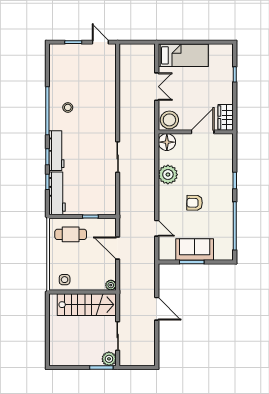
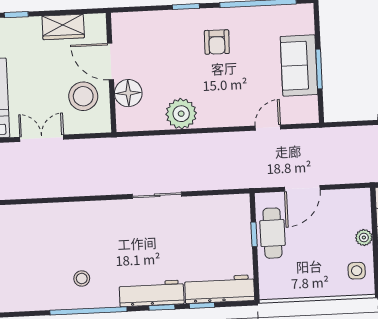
wardrobe: (226, 117) -> (63, 27), moved
stool: (169, 120) -> (83, 96), moved
floor lamp: (167, 142) -> (128, 93), moved
armchair: (195, 203) -> (217, 42), moved
cafe table: (71, 234) -> (272, 233), moved
plant: (111, 285) -> (364, 238), moved

